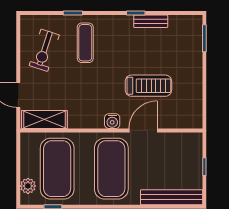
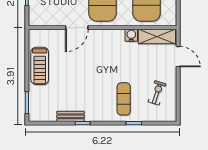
exercise bike: (44, 50) -> (157, 93), width x0.73, depth x0.72
treadmill: (148, 86) -> (40, 66), moved, turned -90
water cooler: (112, 121) -> (131, 35), moved

